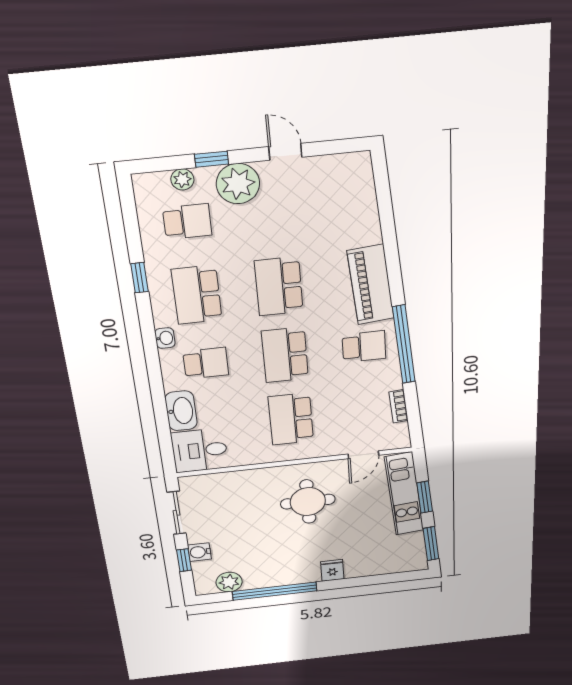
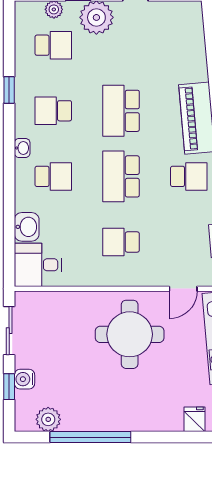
school desk: (197, 295) -> (53, 111), width x0.54
washbasin: (181, 411) -> (27, 227), width x0.72
school desk: (291, 419) -> (121, 242), width x0.54
round table: (308, 502) -> (130, 334), width x1.36, depth x1.36
fridge: (332, 570) -> (194, 419), moved

